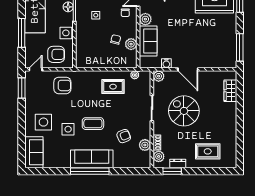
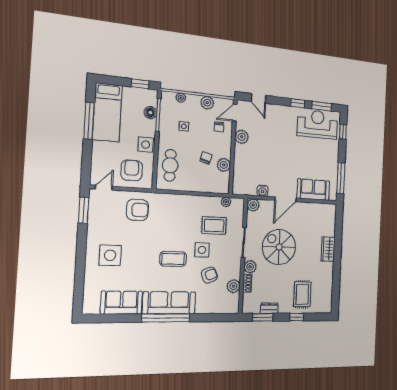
window: (22, 33) -> (89, 121), moved
sofa: (148, 41) -> (313, 190), moved, turned -90
cafe table: (86, 48) -> (170, 165), added
armchair: (56, 54) -> (132, 170), turned -90
door: (188, 69) -> (286, 199), hinge flipped
rug: (113, 87) -> (214, 225), moved
wardrobe: (230, 91) -> (328, 249), moved
side table: (68, 129) -> (202, 250), moved
rug: (208, 151) -> (302, 294), turned 90
sofa: (34, 152) -> (121, 303), moved, turned -90
plant: (159, 156) -> (250, 267), moved
window: (203, 171) -> (297, 317), added

